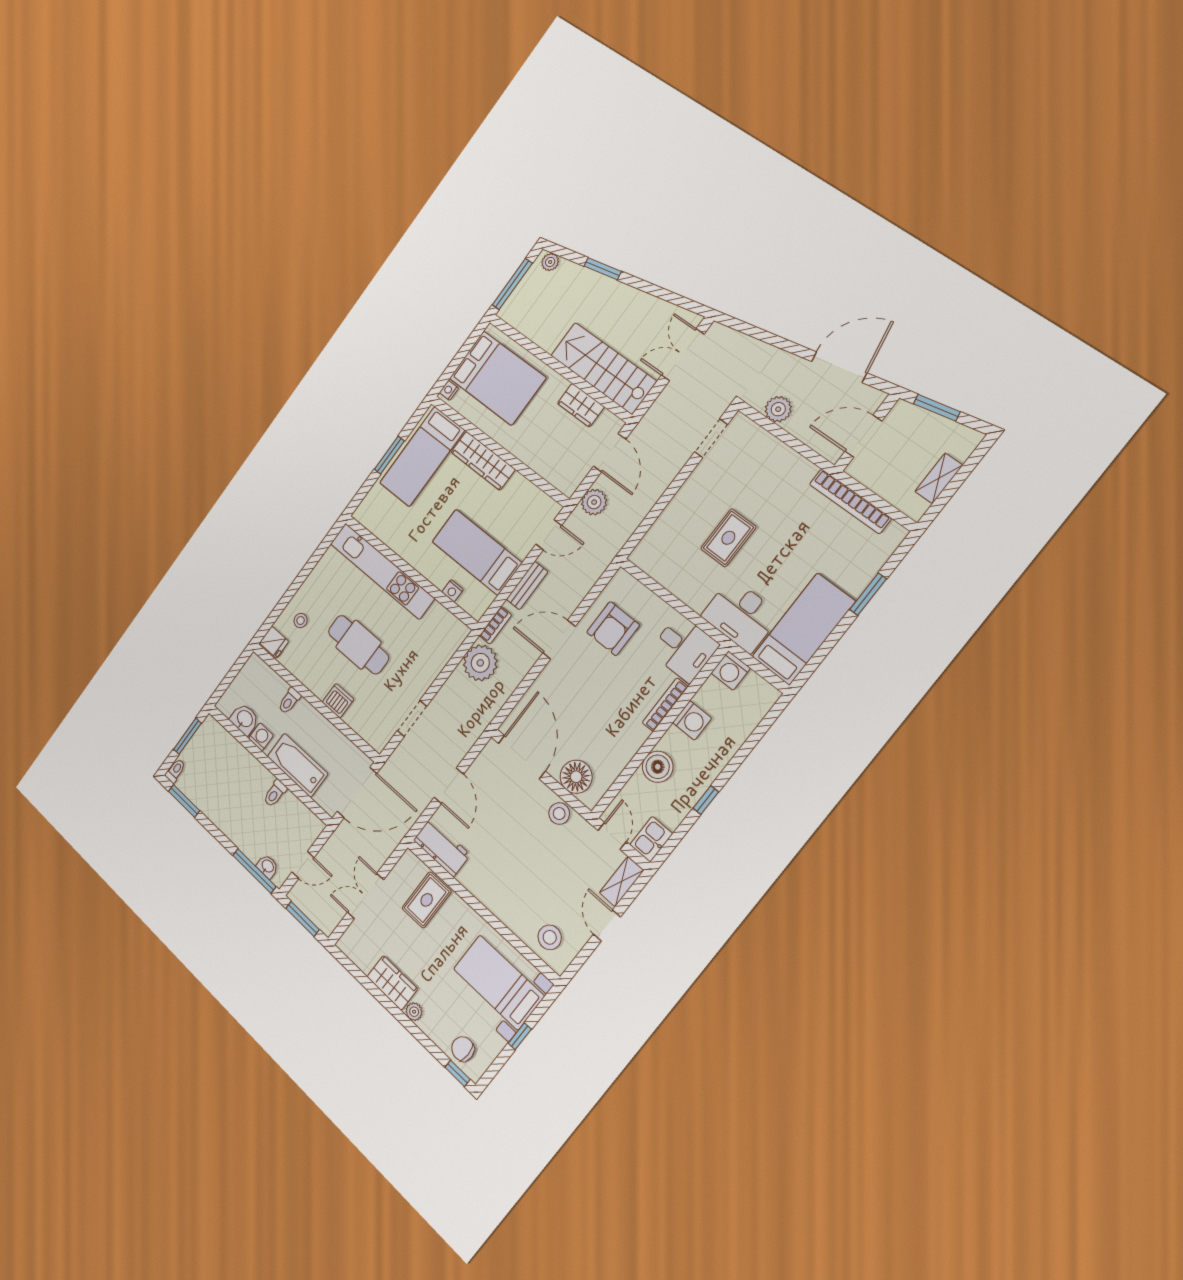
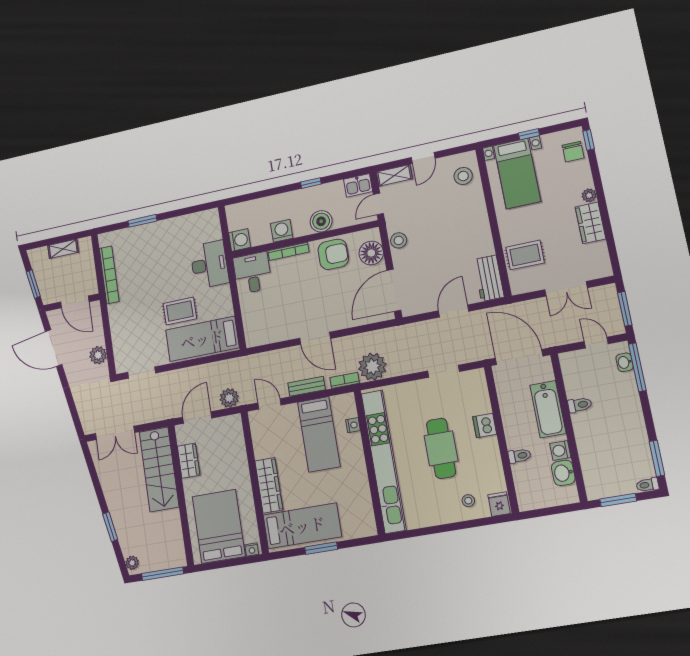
kitchen unit: (382, 571) -> (384, 461), width x1.36
armchair: (613, 629) -> (333, 254), moved
bed: (804, 629) -> (202, 339), moved

